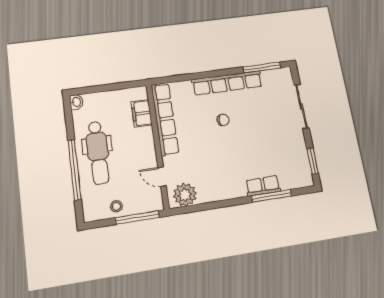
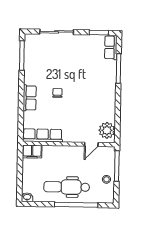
row of seats: (227, 83) -> (30, 98), width x0.50
filing cabinet: (142, 113) -> (32, 151), moved
row of seats: (165, 119) -> (43, 135), width x0.73
dental chair: (98, 153) -> (67, 187), turned 180
row of seats: (263, 186) -> (111, 47), moved

